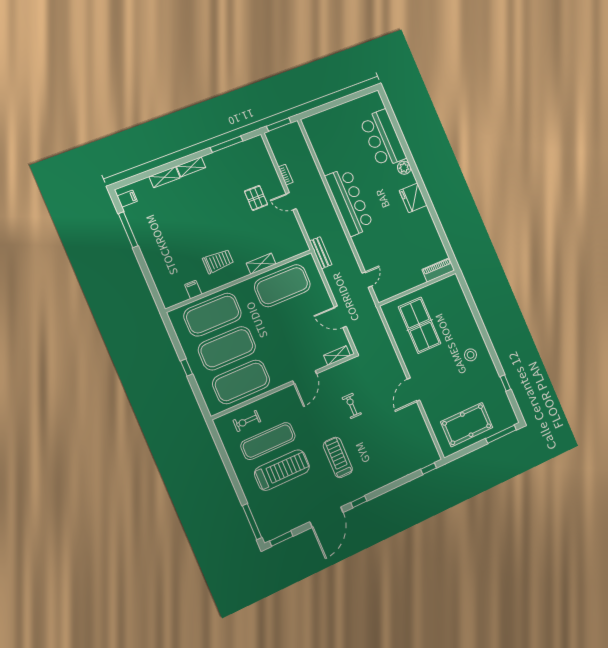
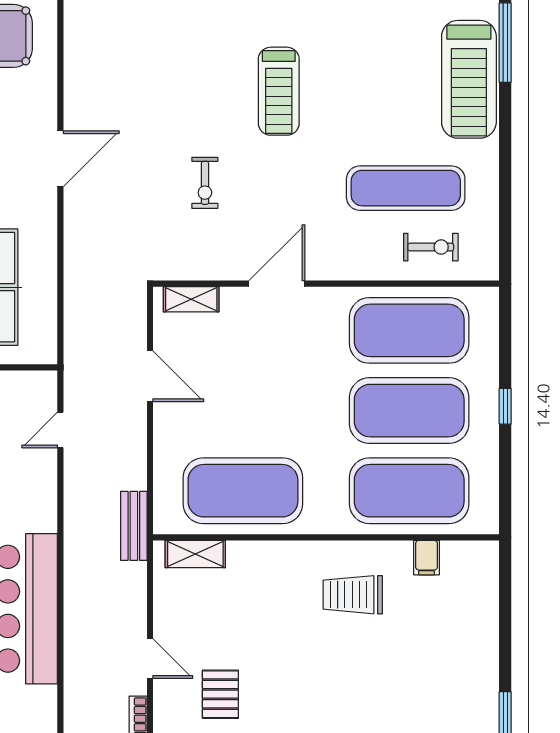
shelving: (261, 264) -> (195, 554), moved
treadmill: (282, 470) -> (469, 79), moved, turned -90

